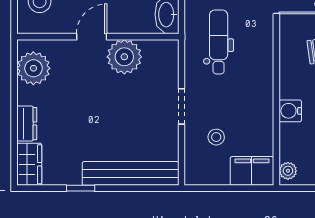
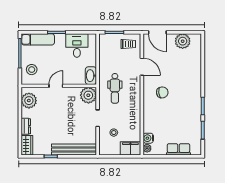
dental chair: (219, 42) -> (115, 88), turned 180
plant: (124, 57) -> (88, 95), moved
water cooler: (290, 111) -> (148, 138), moved

